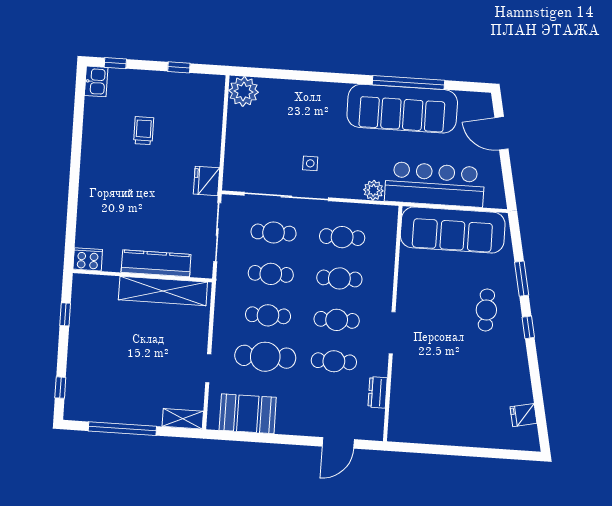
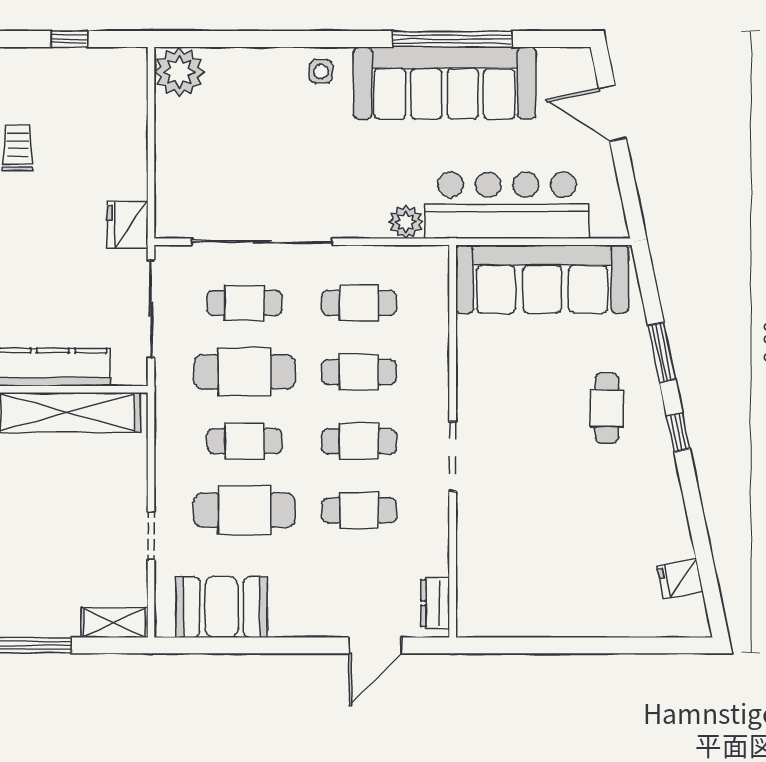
side table: (310, 163) -> (321, 71), moved
cafe table: (271, 274) -> (245, 372), width x1.37, depth x1.35
dresser: (378, 392) -> (435, 603), moved

